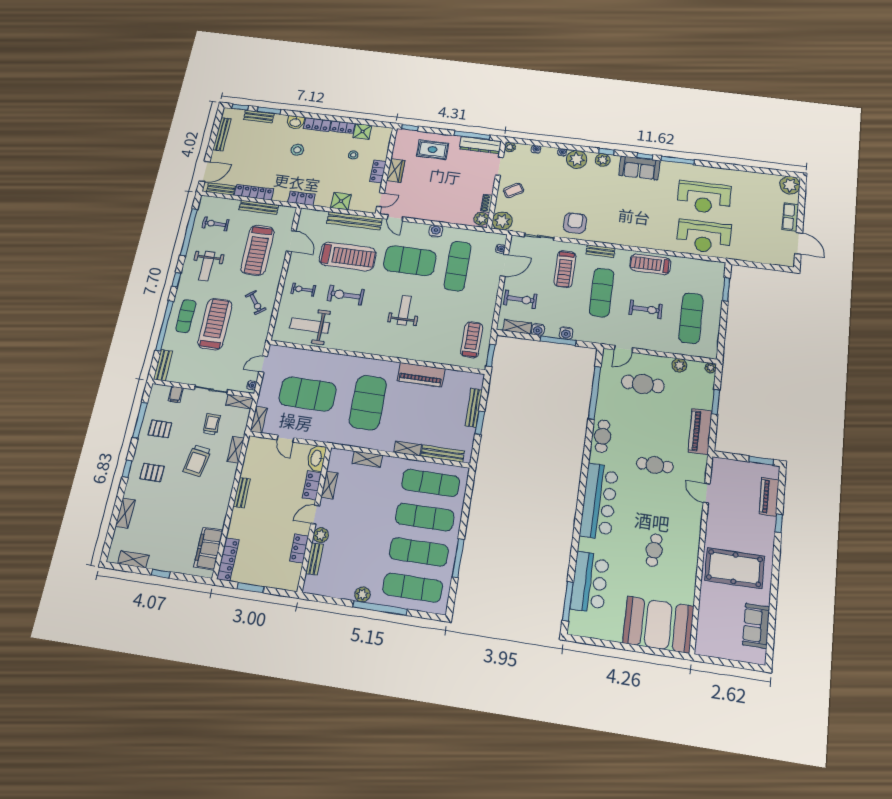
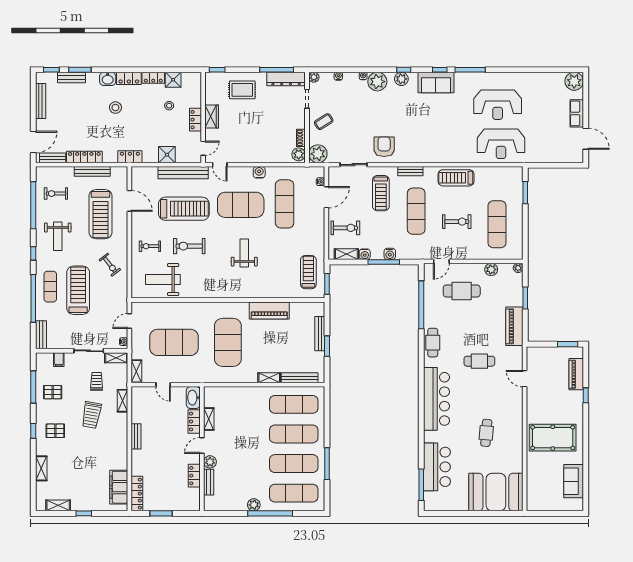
shelving: (367, 459) -> (237, 392), removed

